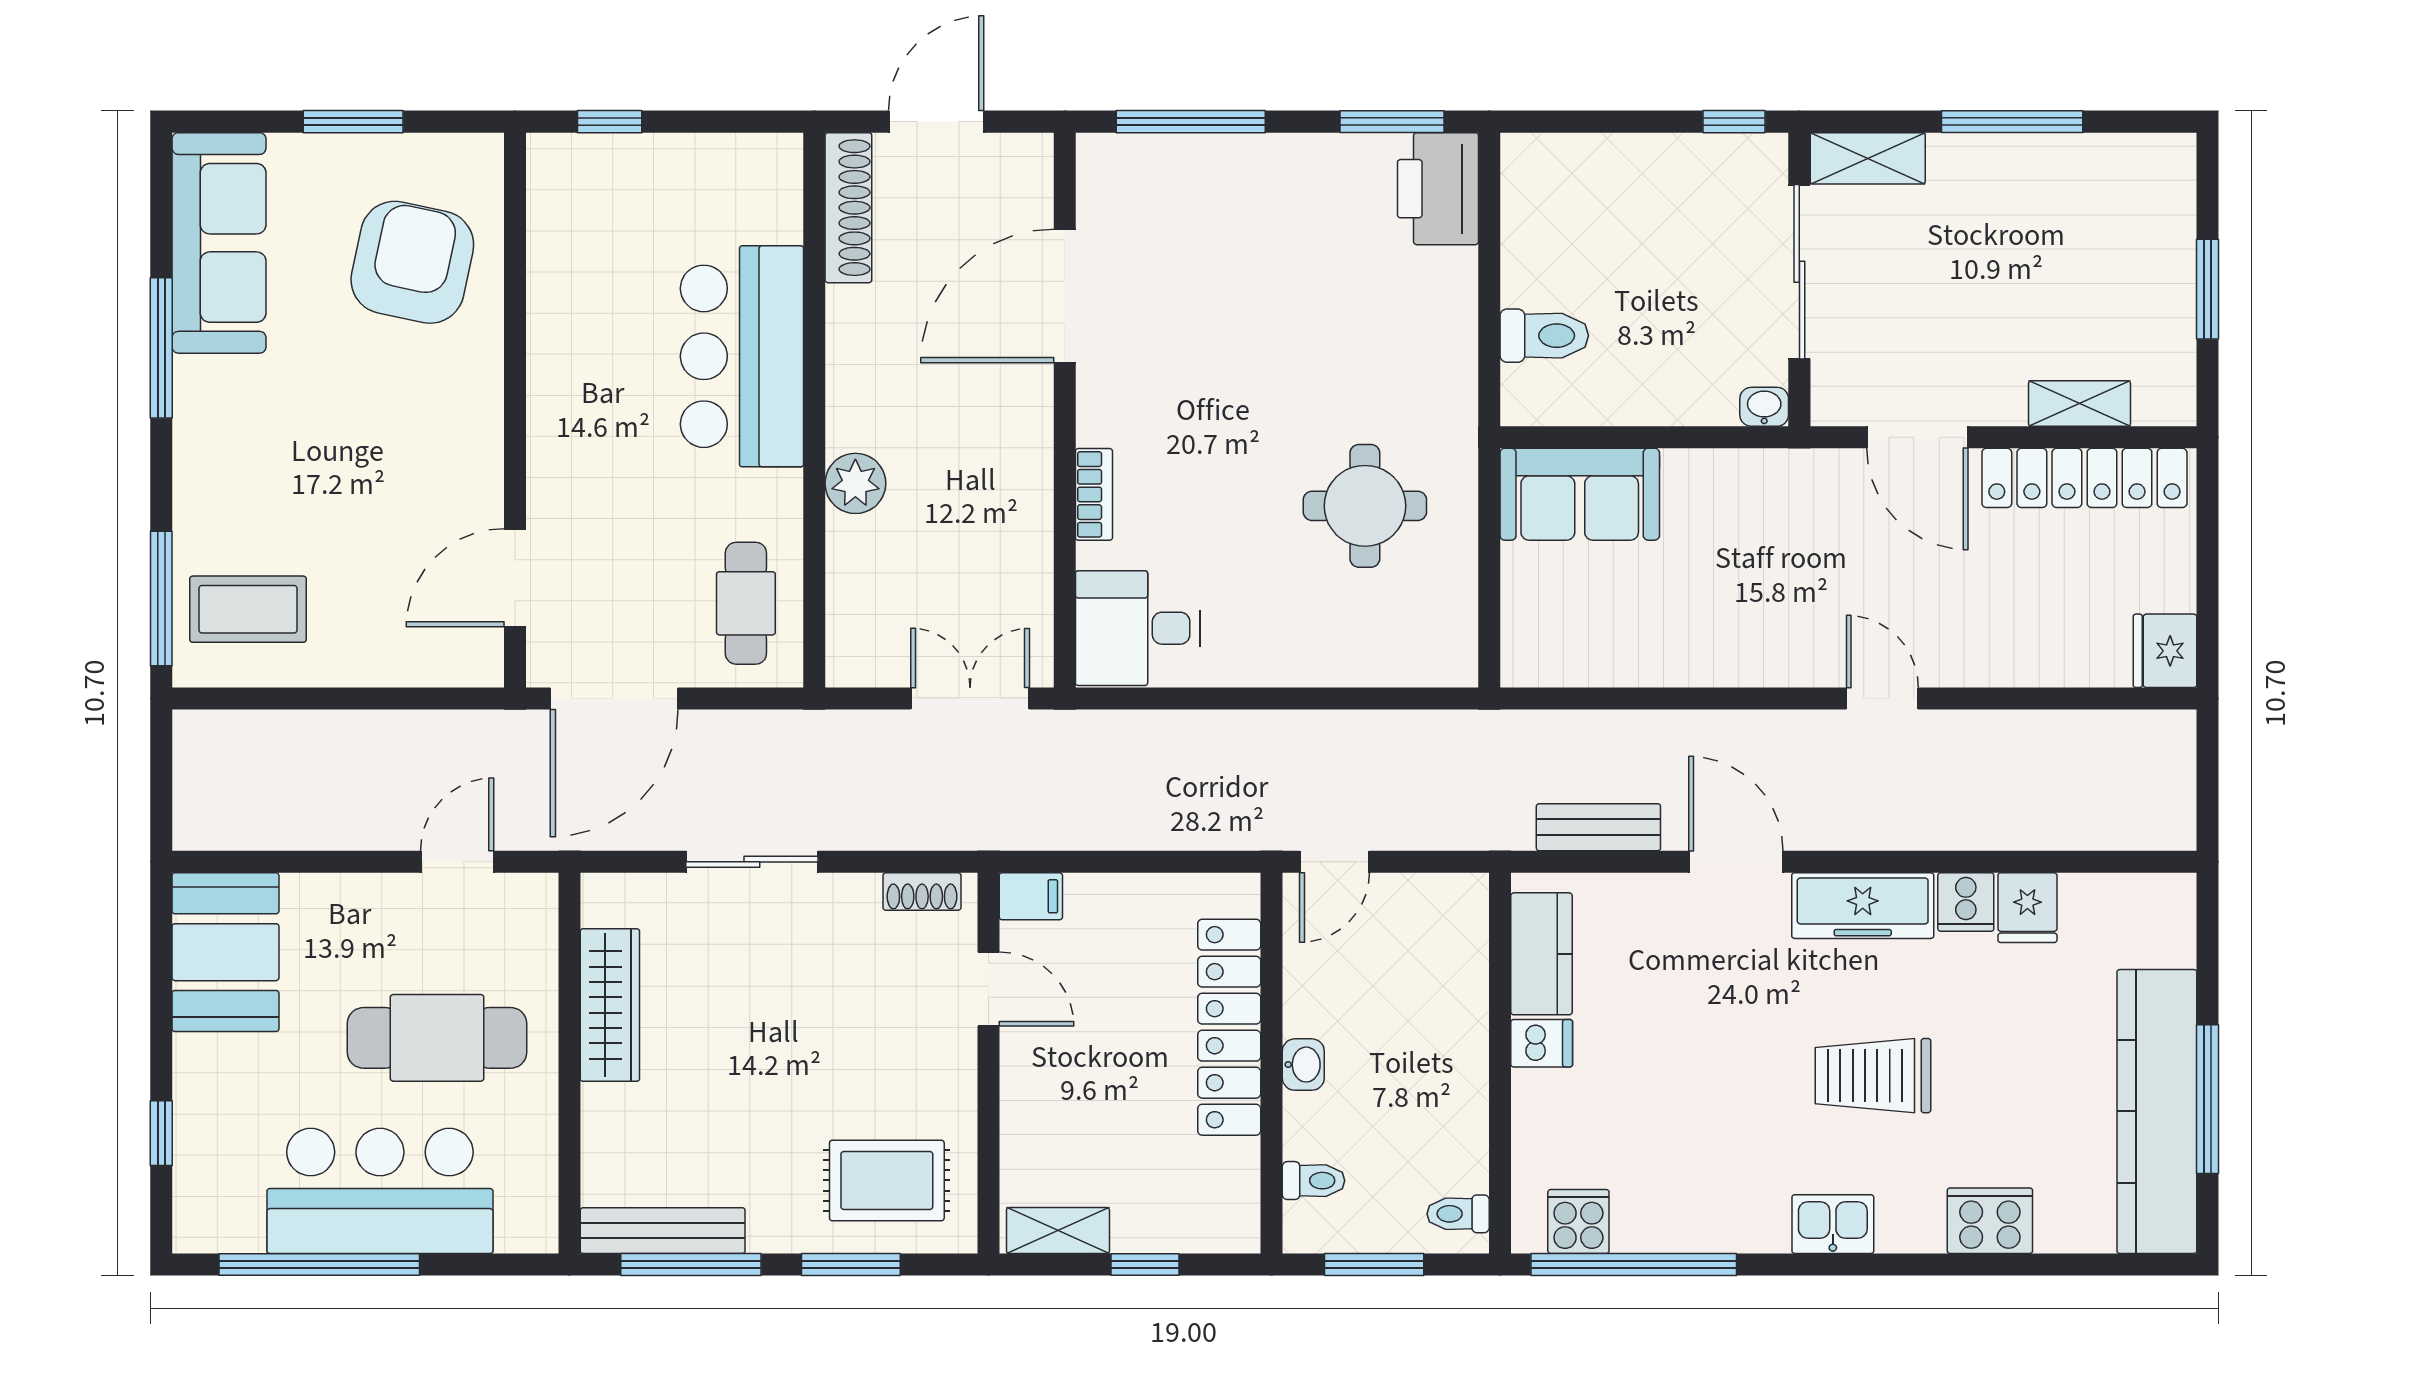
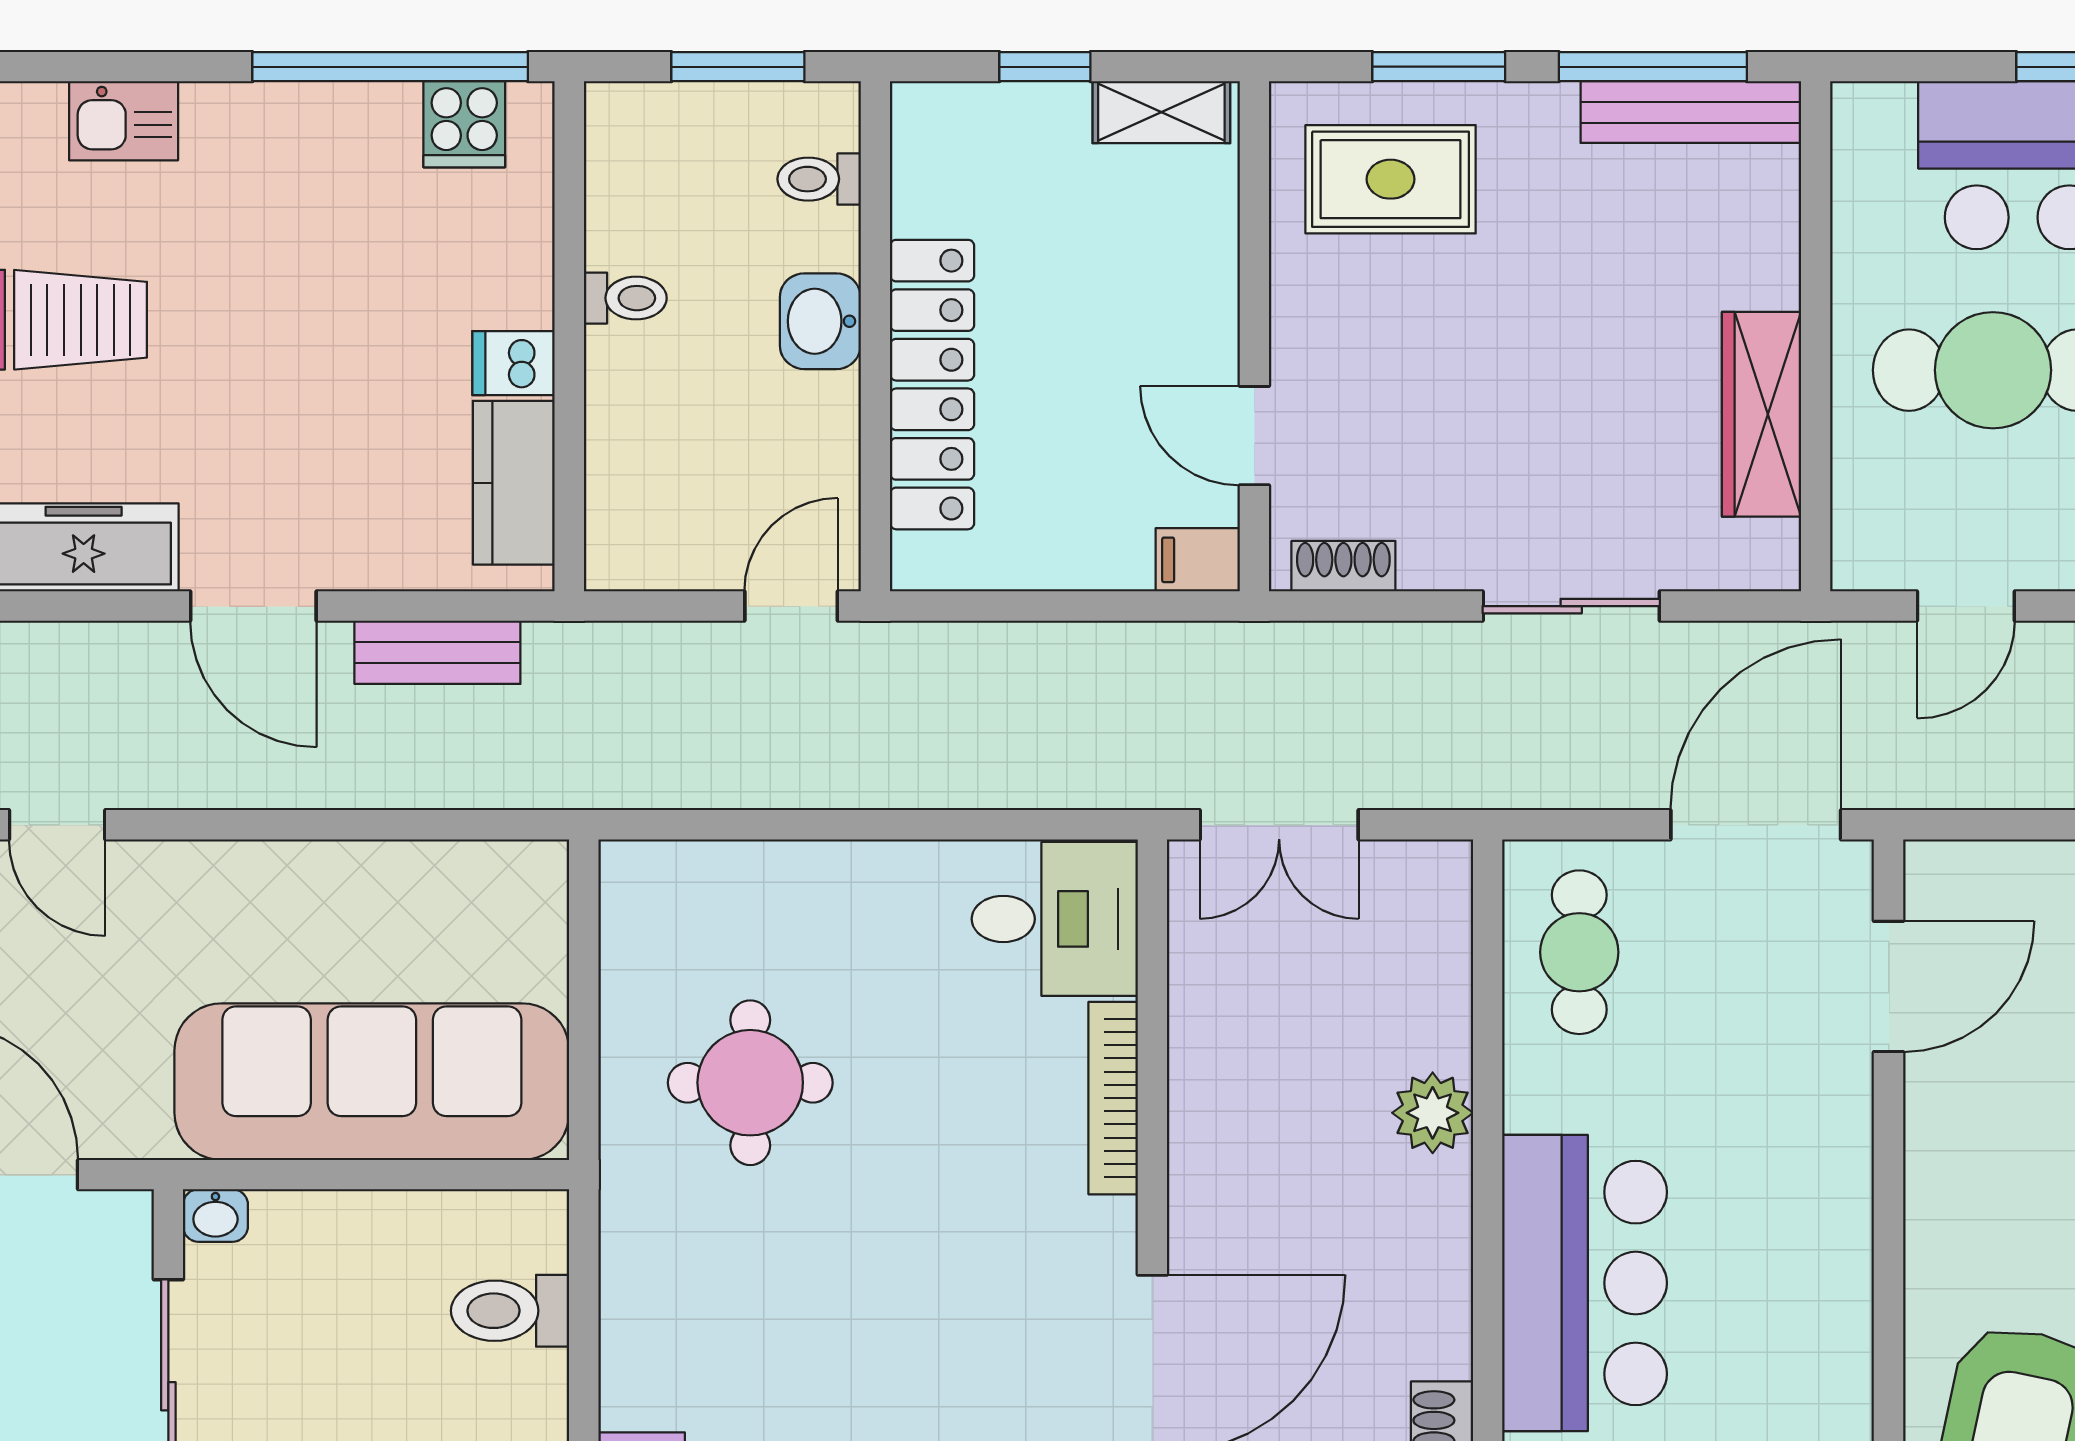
bookcase: (1094, 494) -> (1113, 1098), width x1.56
sofa: (1580, 494) -> (372, 1082), width x1.85, depth x1.27
washbasin: (1303, 1065) -> (820, 321), width x1.38, depth x1.45
toilet: (1458, 1214) -> (625, 298), moved

